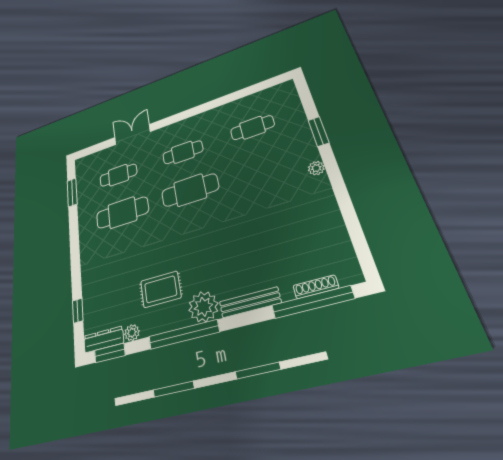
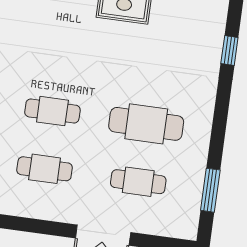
cafe table: (190, 190) -> (52, 111), width x0.73, depth x0.74
window: (78, 311) -> (229, 50), moved

